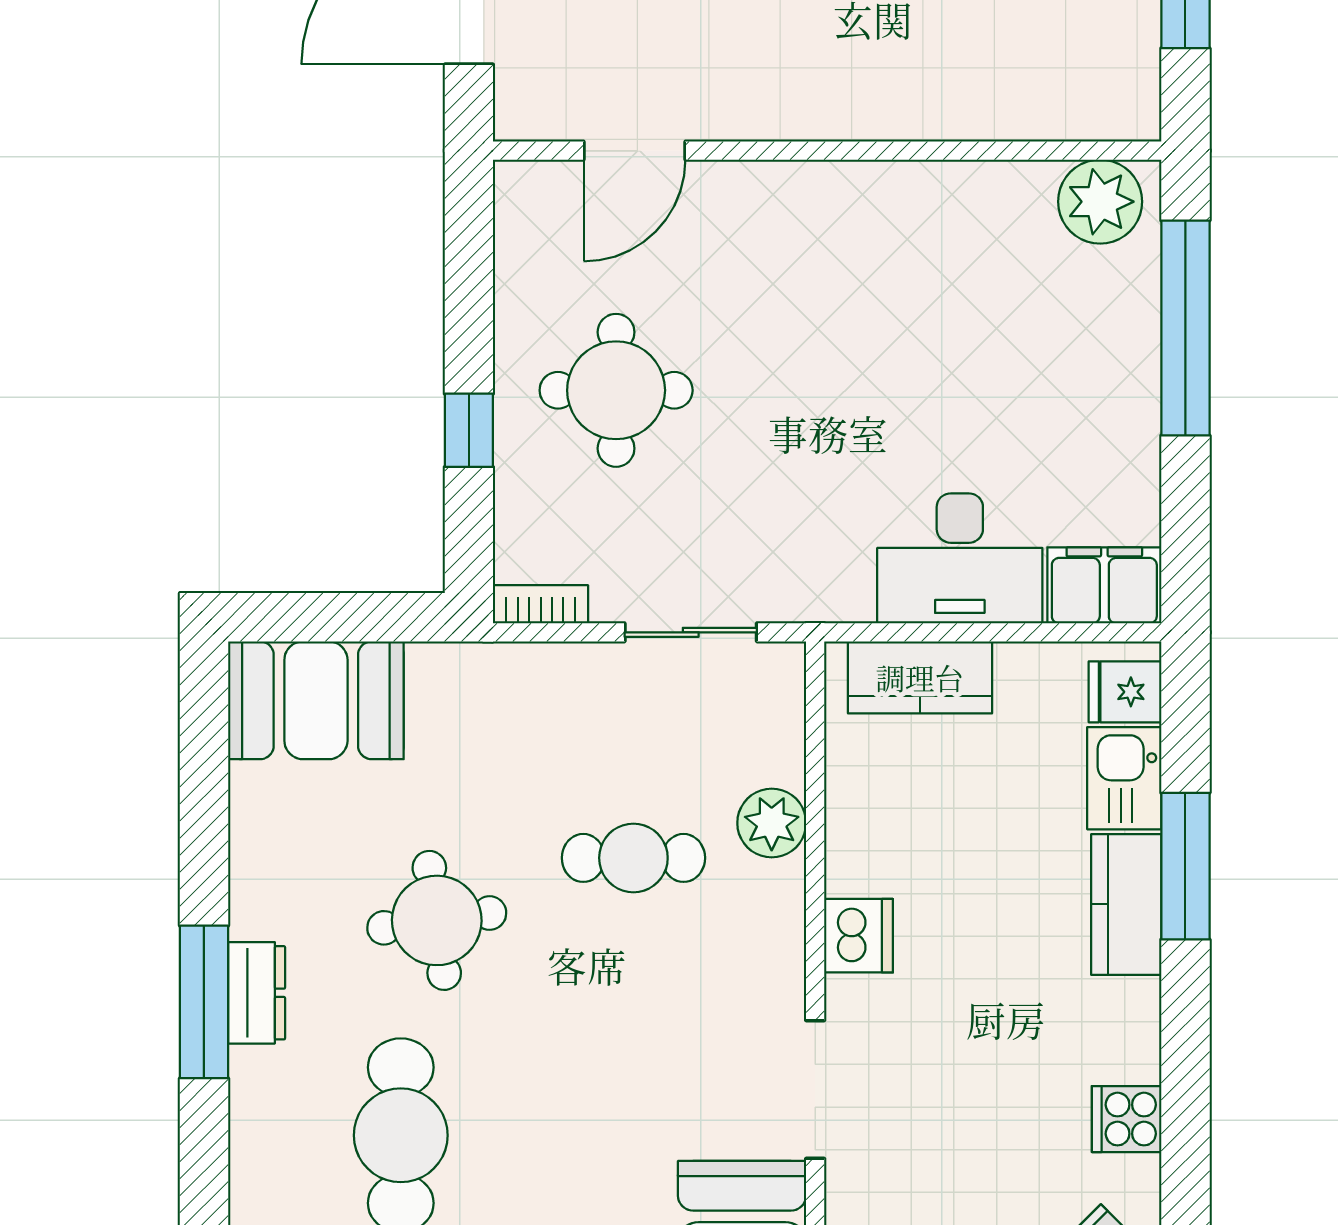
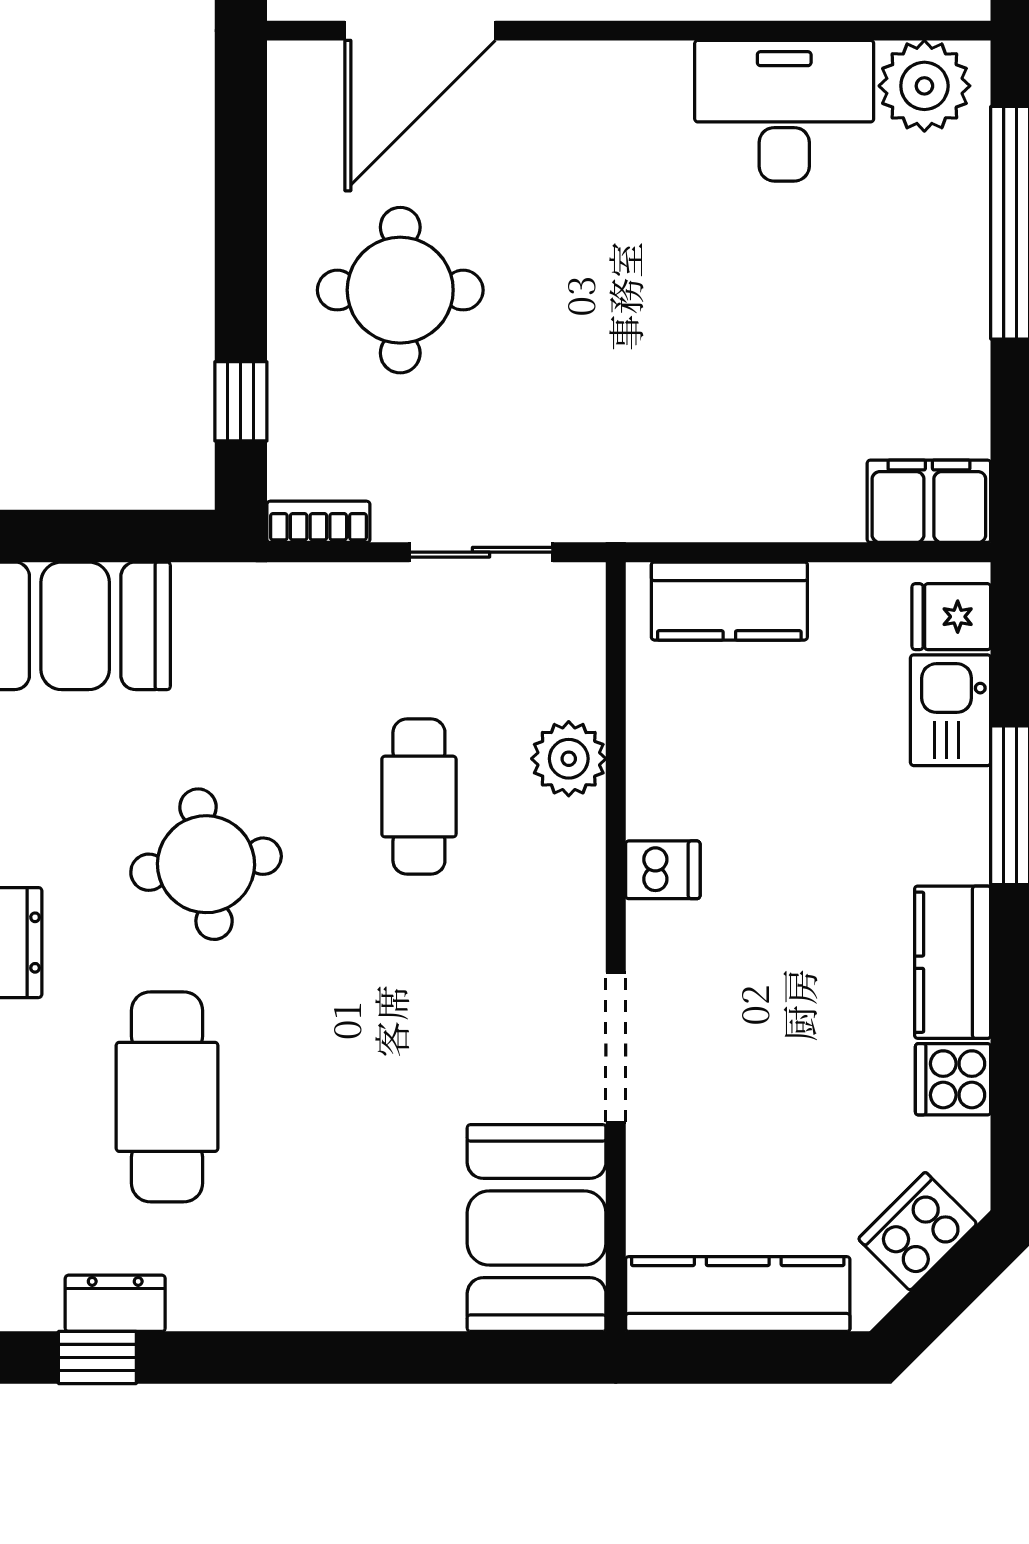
door: (634, 151) -> (420, 31), width x1.36
window: (469, 430) -> (241, 401), moved
desk: (960, 558) -> (784, 111), moved, turned 180
cafe table: (633, 858) -> (419, 797), turned 90
kitchen counter: (1126, 904) -> (953, 962), moved
dishwasher: (859, 936) -> (663, 870), width x0.73

